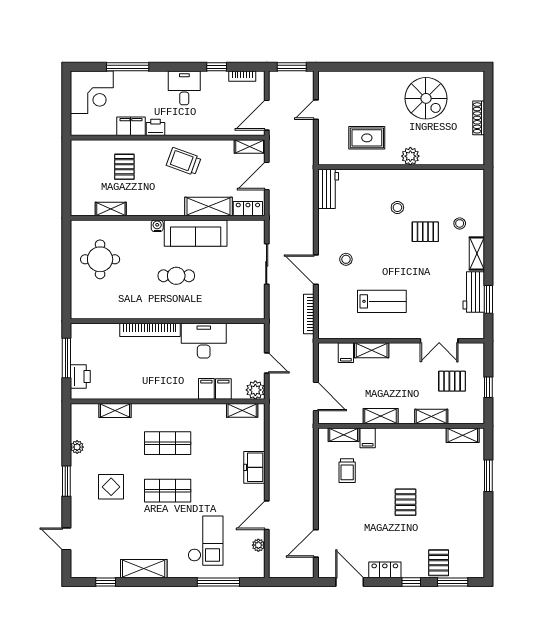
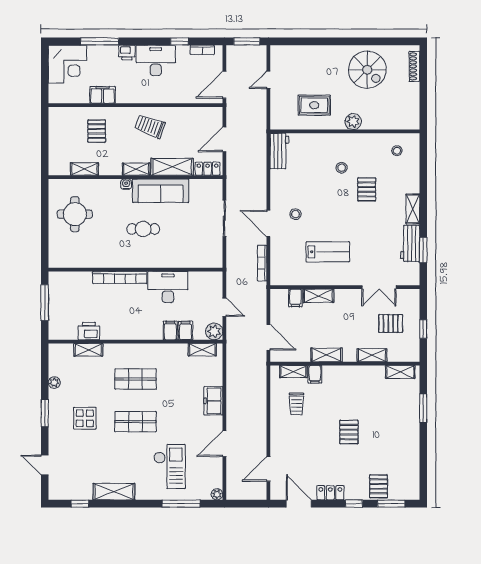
desk: (184, 88) -> (156, 60), width x1.37
shoe rack: (479, 118) -> (414, 66), moved
printer: (155, 127) -> (127, 52), moved, turned 180
shelving: (250, 146) -> (136, 169), moved
stool: (460, 223) -> (397, 151), moved
pallet: (425, 232) -> (367, 189), turned 90
printer: (80, 377) -> (89, 331), moved, turned -90
plant: (258, 545) -> (217, 494), moved

